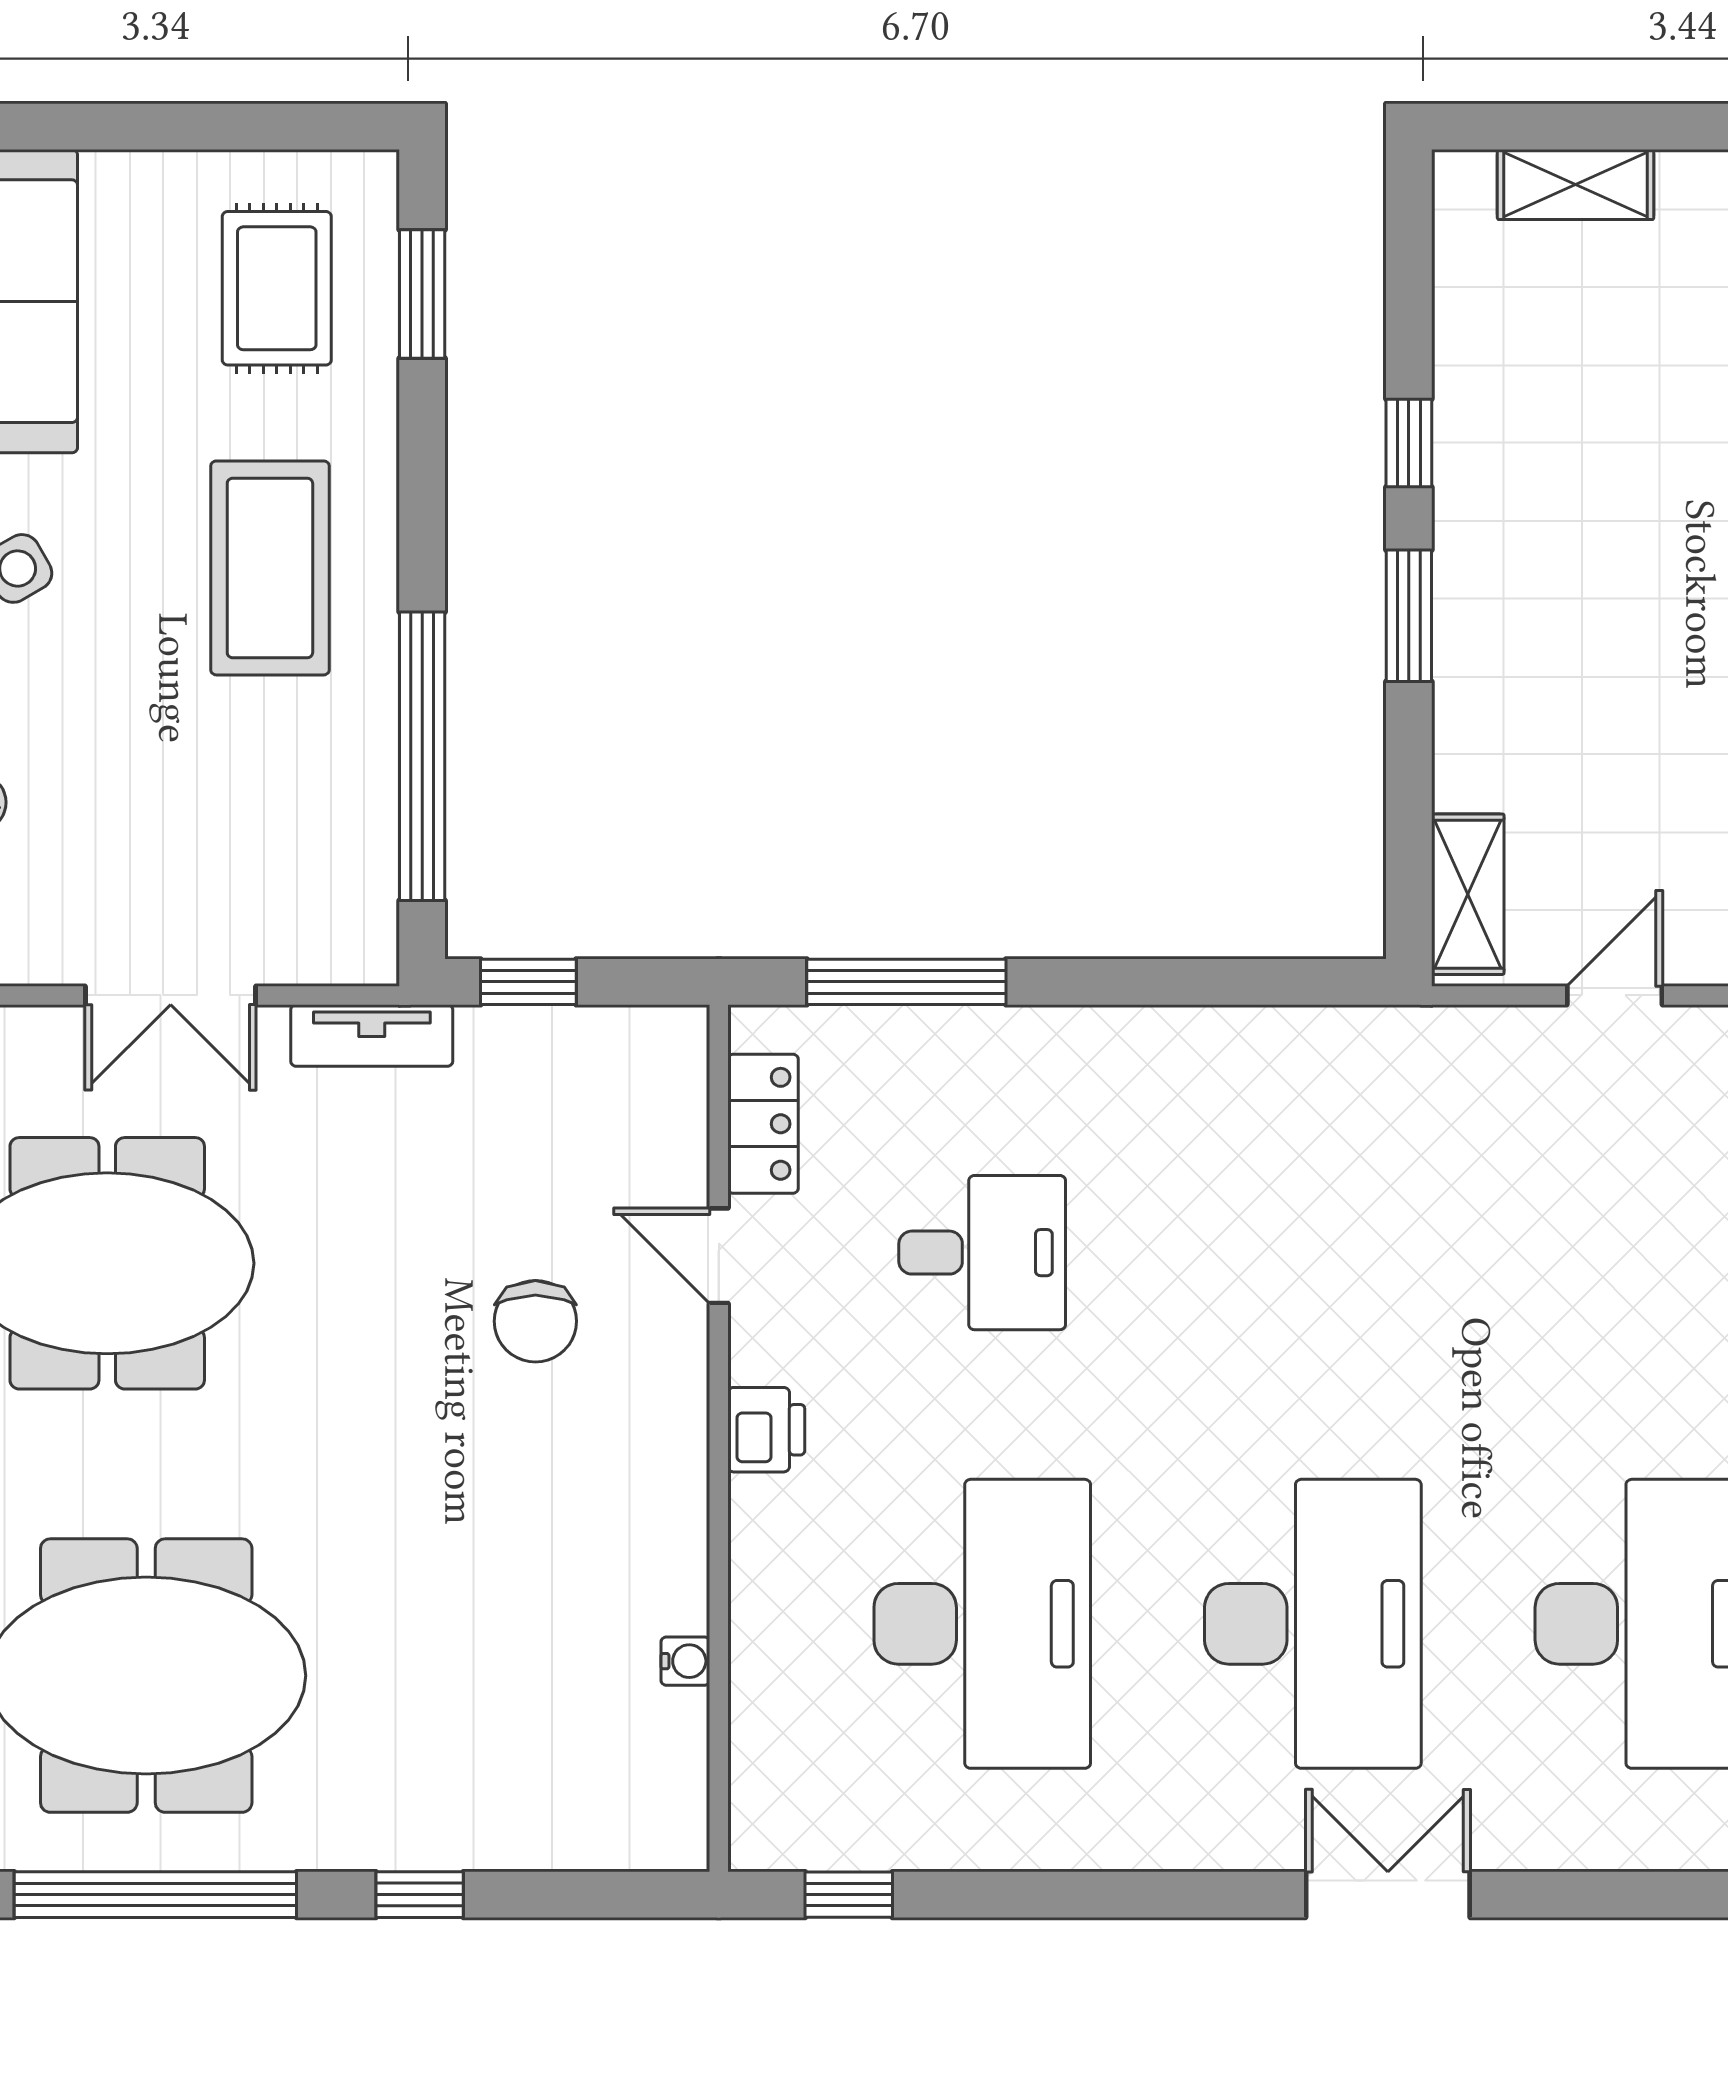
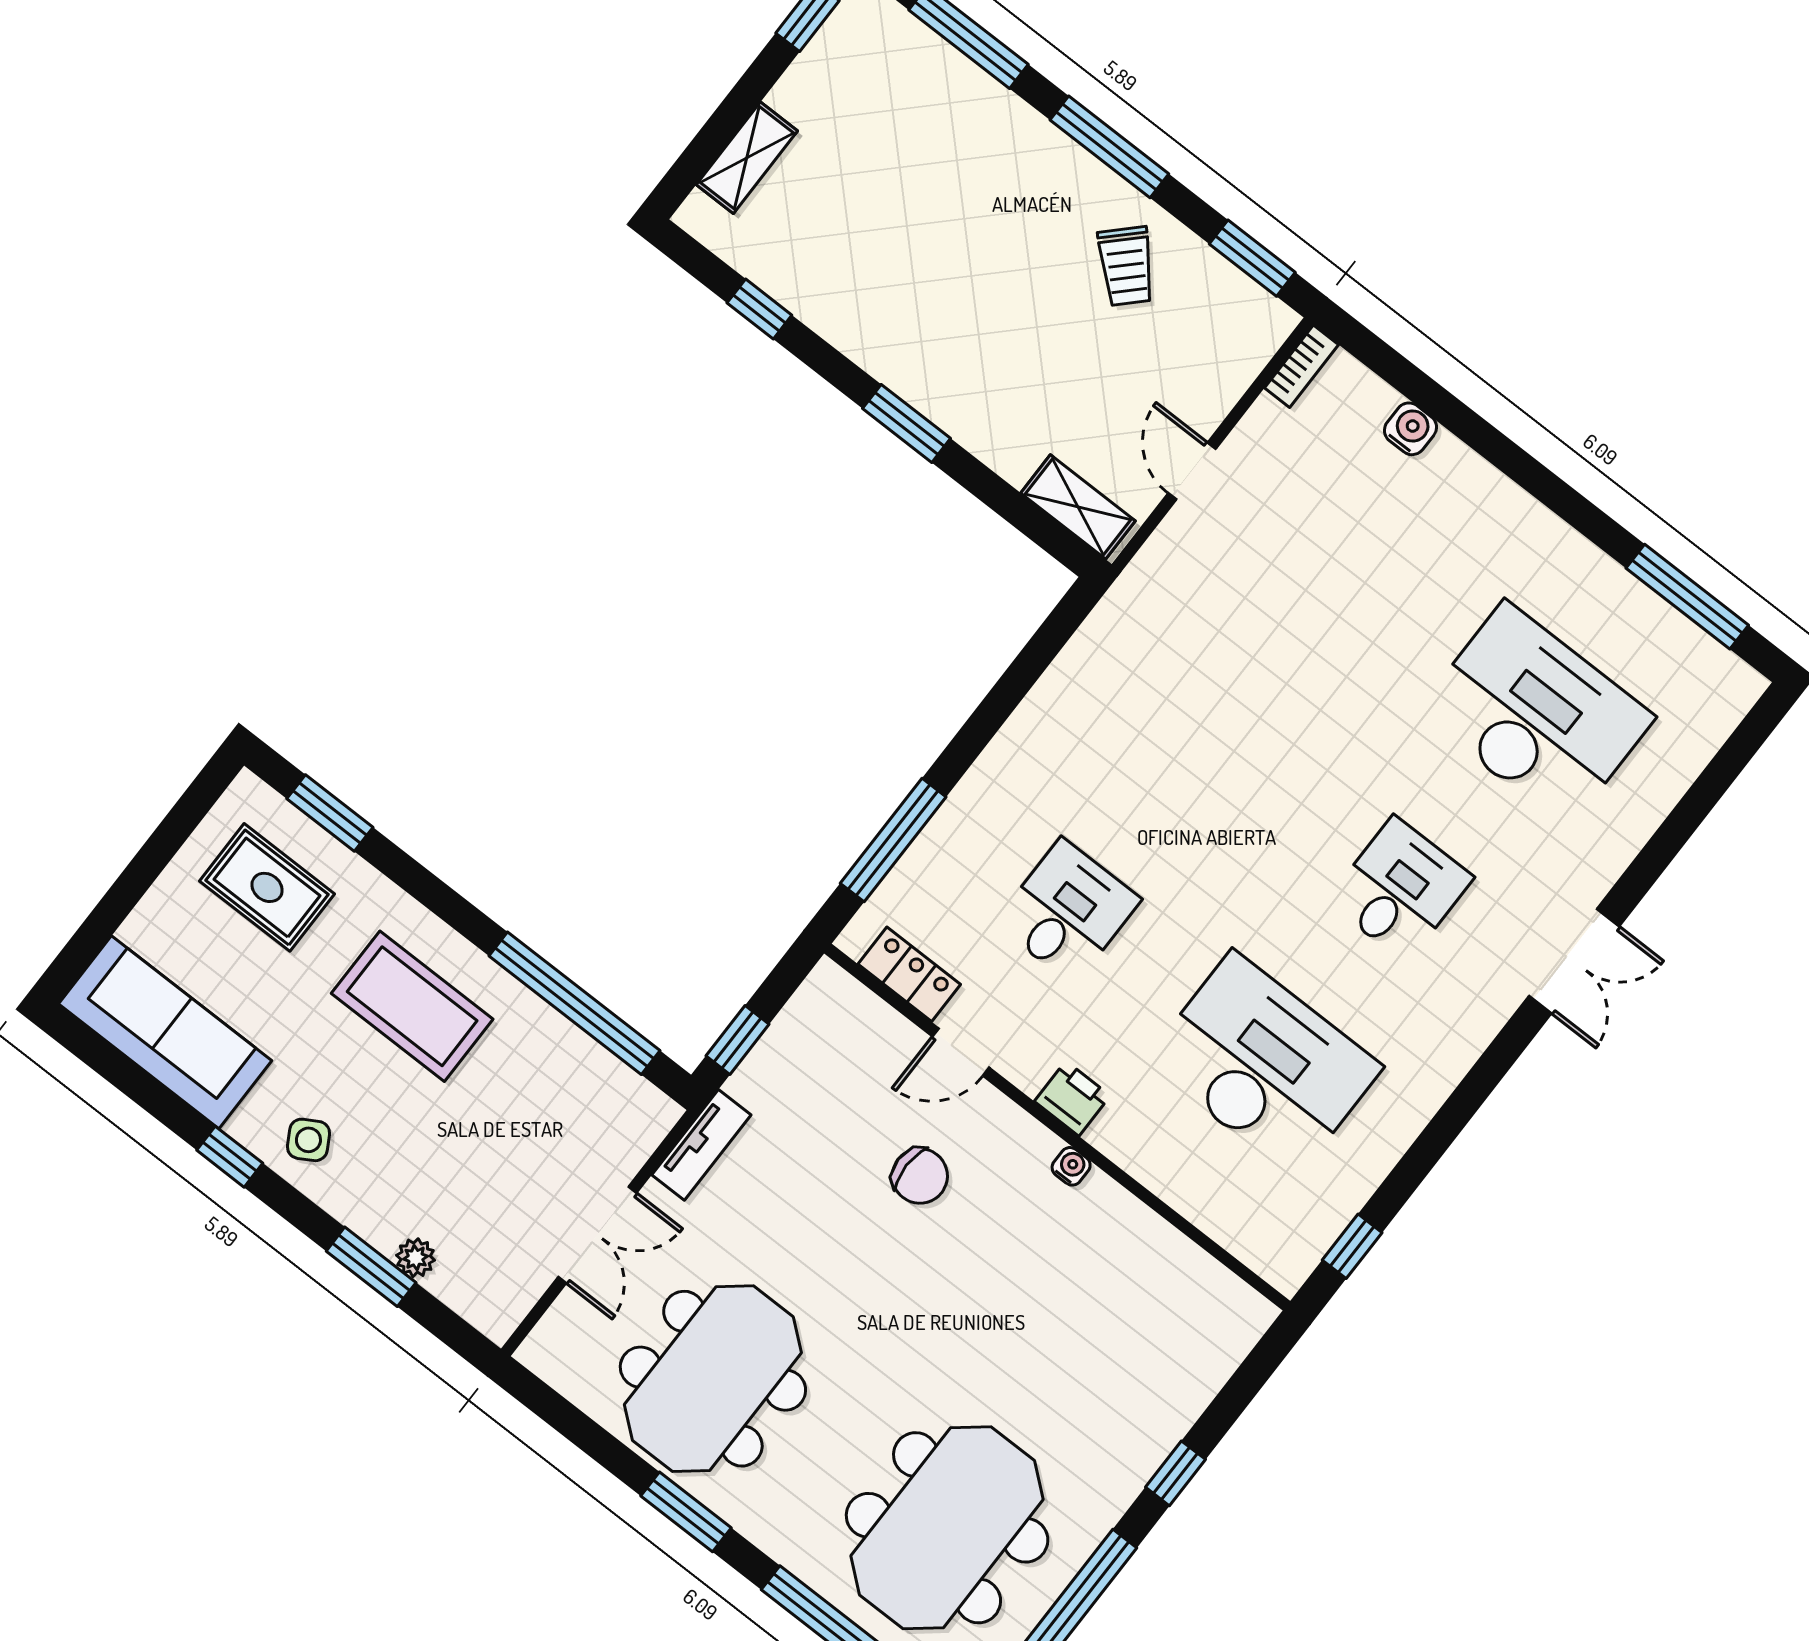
window: (1409, 443) -> (759, 309), moved
desk: (1313, 1624) -> (1400, 889), width x0.53, depth x0.77
water cooler: (685, 1661) -> (1071, 1166), moved
double door: (1388, 1895) -> (1574, 961), swing flipped

